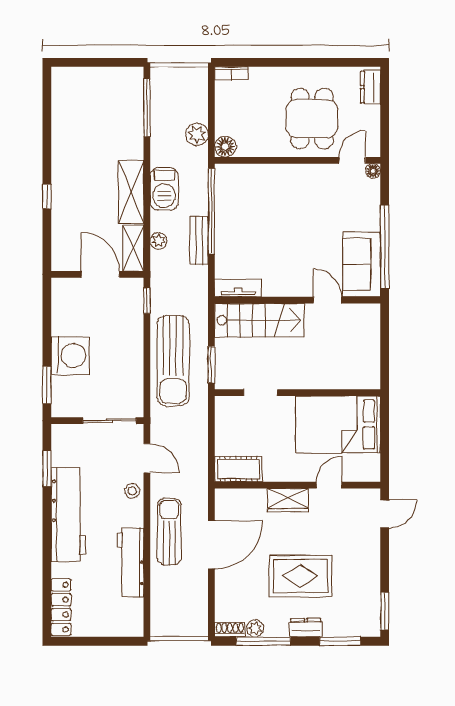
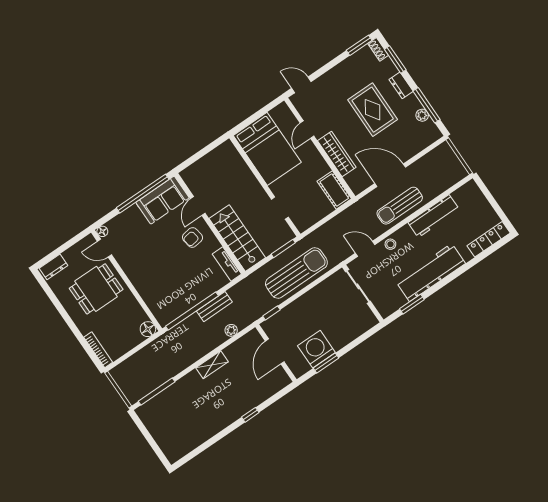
bookcase: (231, 73) -> (98, 350), width x1.56
plant: (197, 134) -> (152, 351), removed
barbecue: (164, 189) -> (198, 348), removed
shelving: (131, 192) -> (212, 365), width x0.67, depth x0.75
shelving: (133, 248) -> (246, 342), removed
armchair: (295, 269) -> (192, 237), added
washing machine: (70, 356) -> (316, 349), moved
window: (47, 385) -> (326, 363), moved
door: (147, 458) -> (365, 249), hinge flipped
door: (329, 485) -> (307, 130), hinge flipped
wardrobe: (288, 500) -> (337, 154), width x1.50
shoe rack: (230, 630) -> (378, 49), moved

